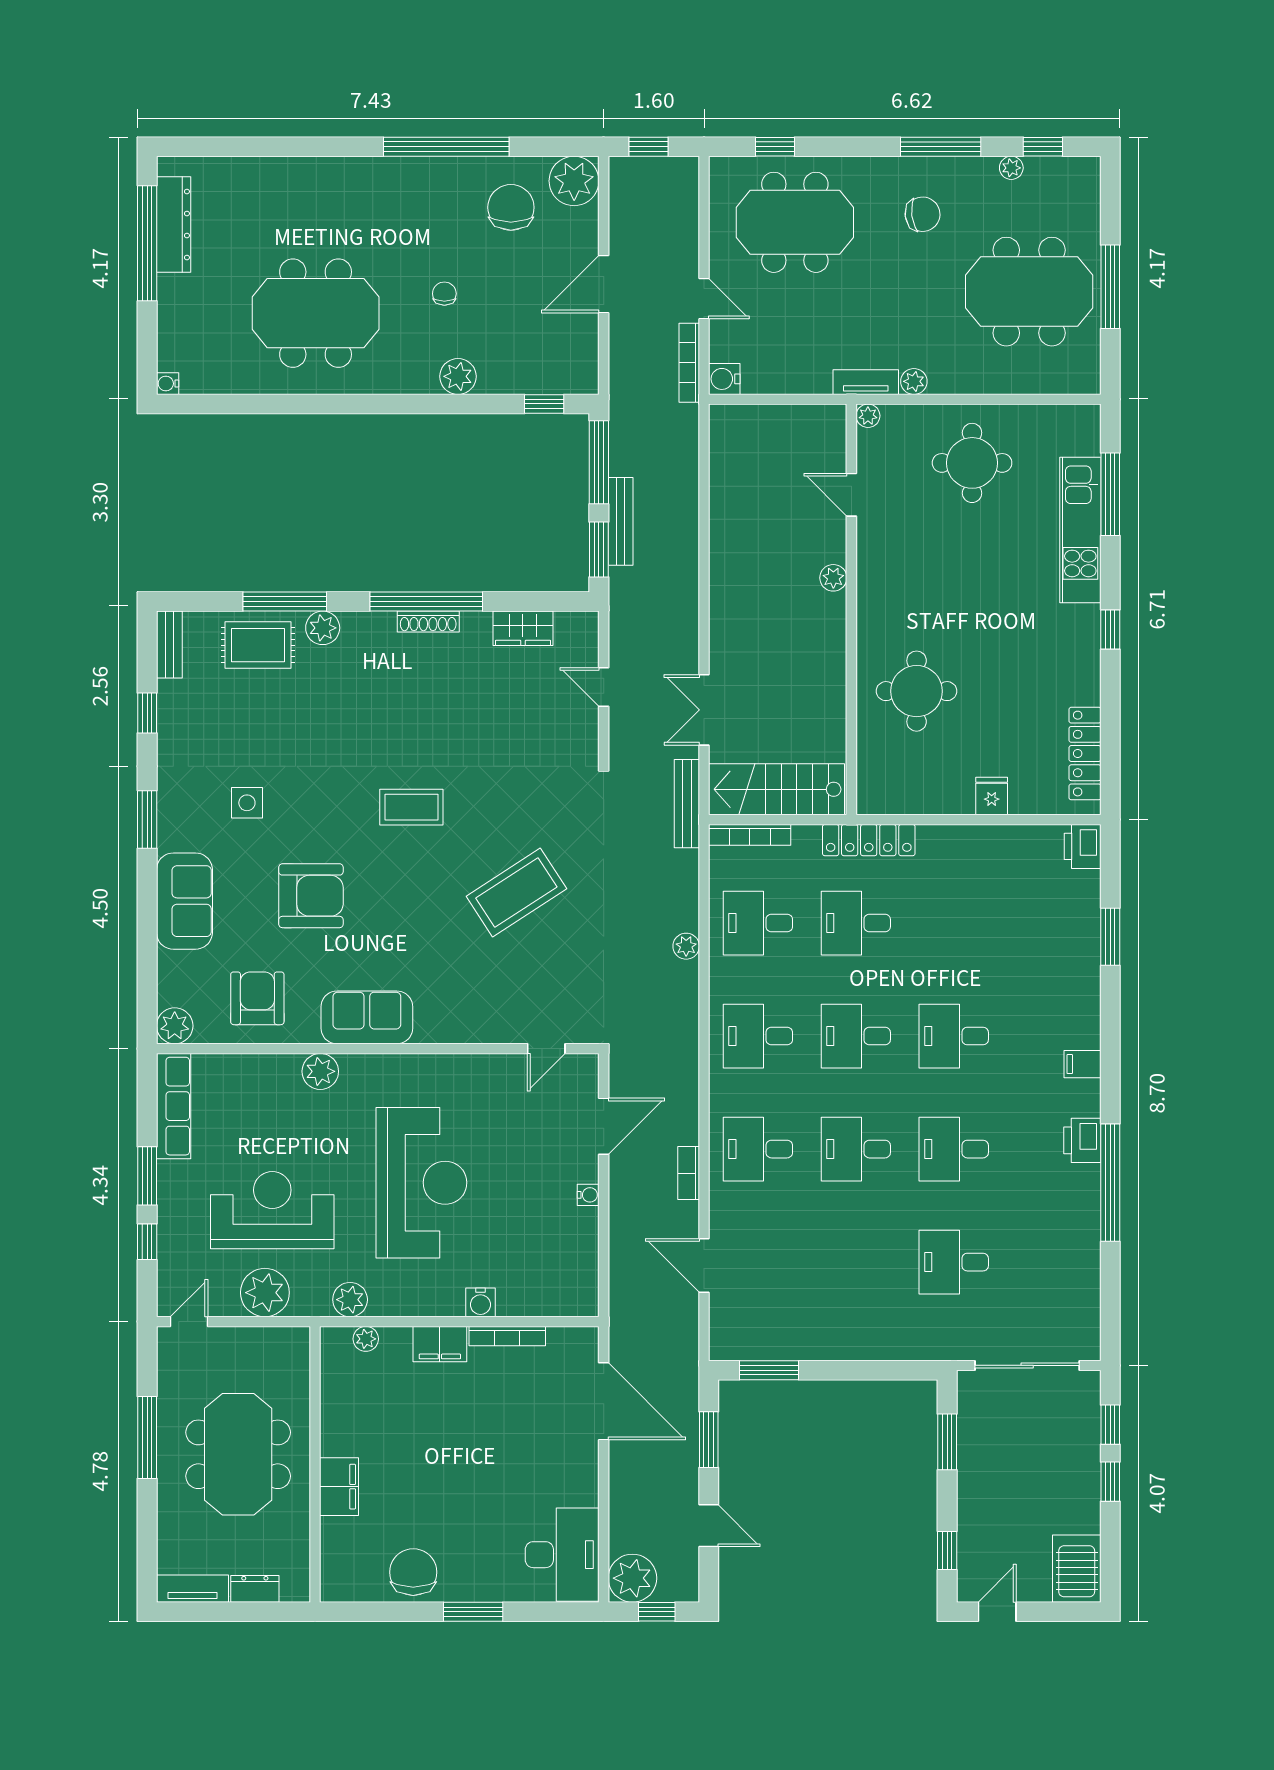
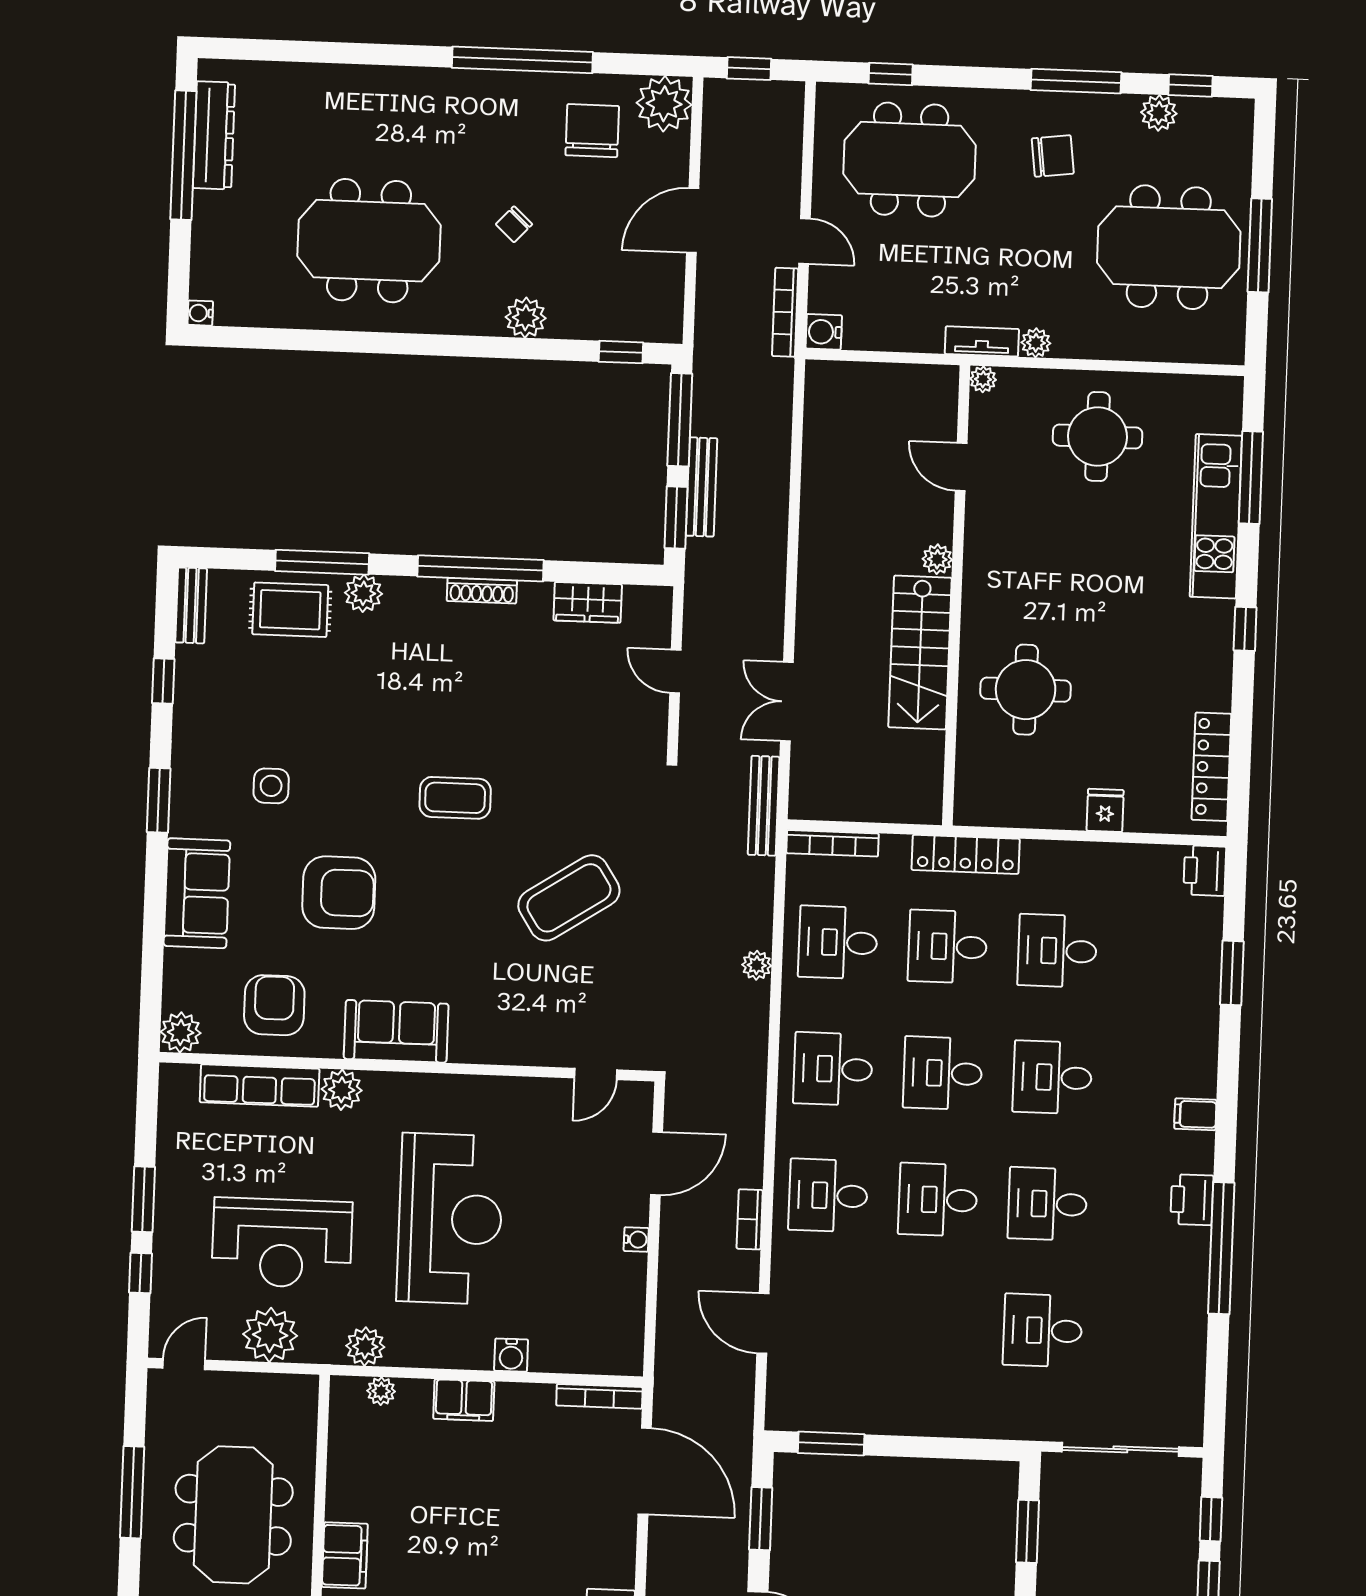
plant: (1011, 168) -> (1159, 113), width x1.38, depth x1.38
chair: (444, 294) -> (514, 224), turned -137
stairs: (777, 789) -> (920, 653), moved, turned -90
desk: (954, 923) -> (1057, 951), added
row of seats: (174, 1106) -> (260, 1085), moved, turned 90
reception desk: (272, 1210) -> (282, 1243), turned 180
bookcase: (507, 1336) -> (599, 1396), moved

